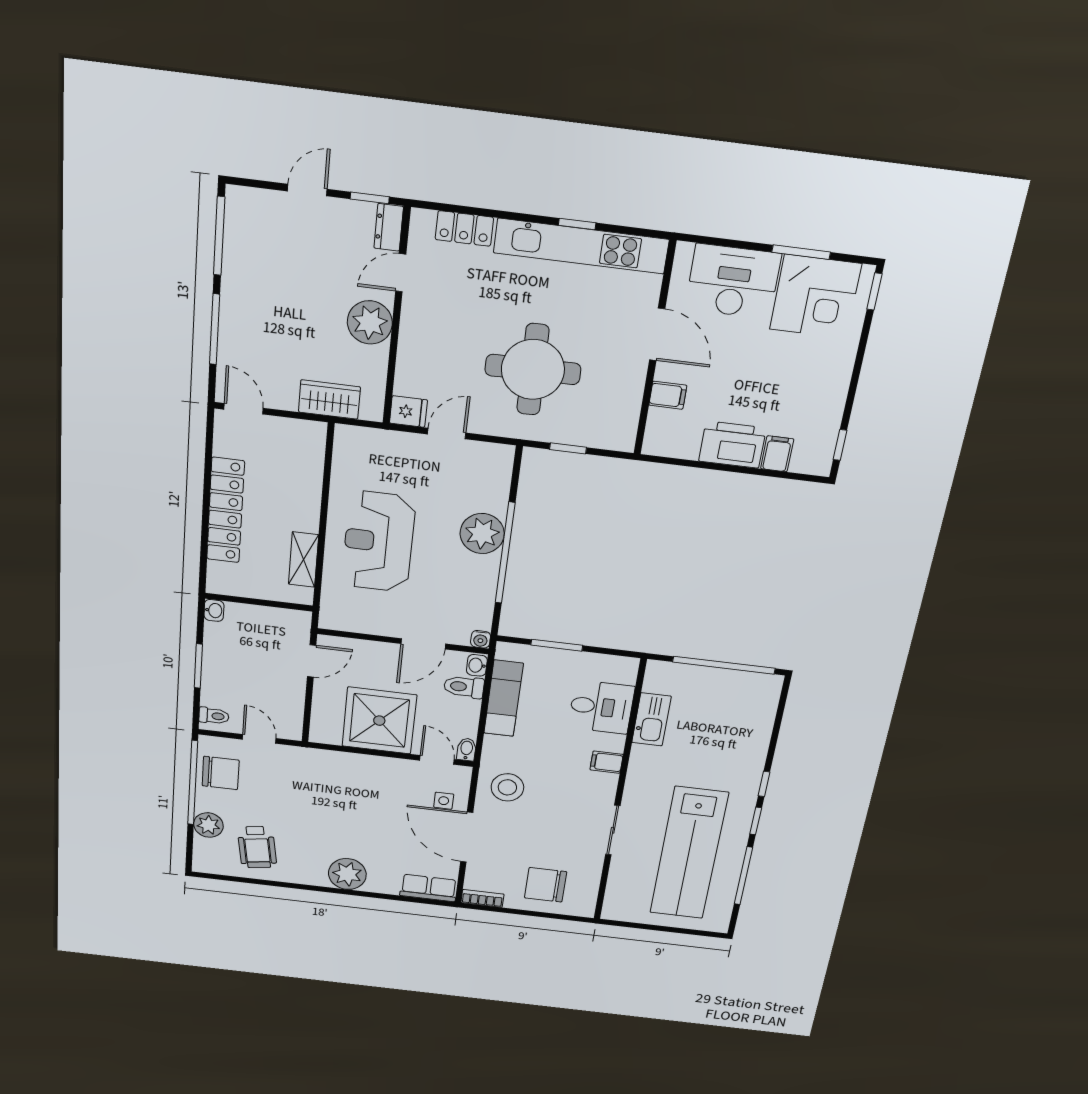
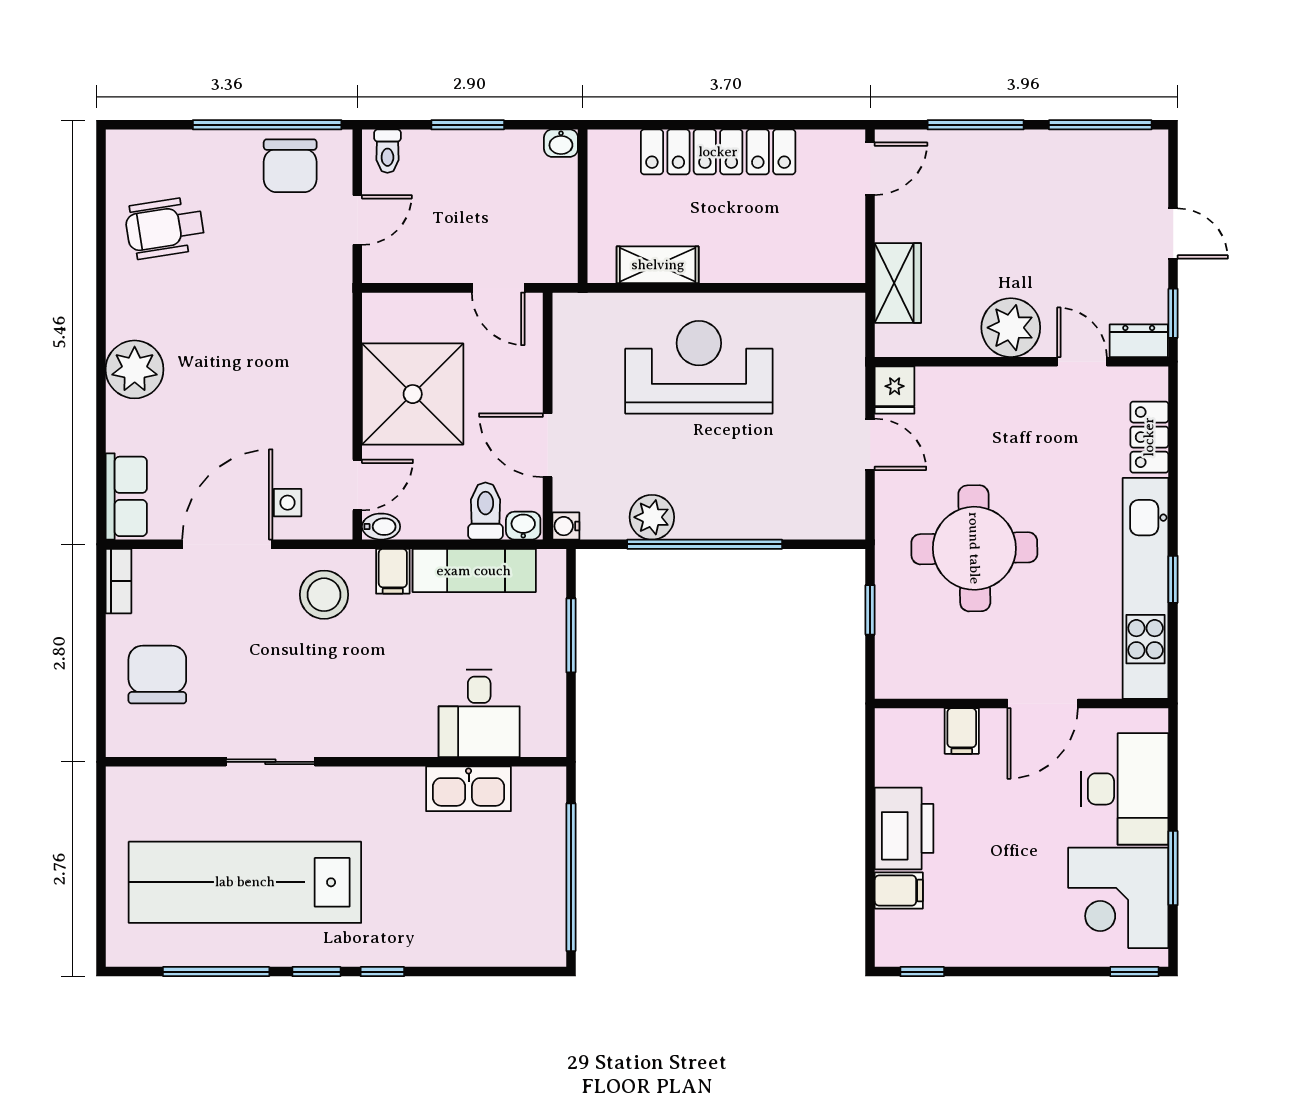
plant: (482, 534) -> (652, 517), moved, width x0.73, depth x0.73
filing cabinet: (607, 762) -> (393, 571), moved, turned 180
plant: (208, 825) -> (195, 152), removed

